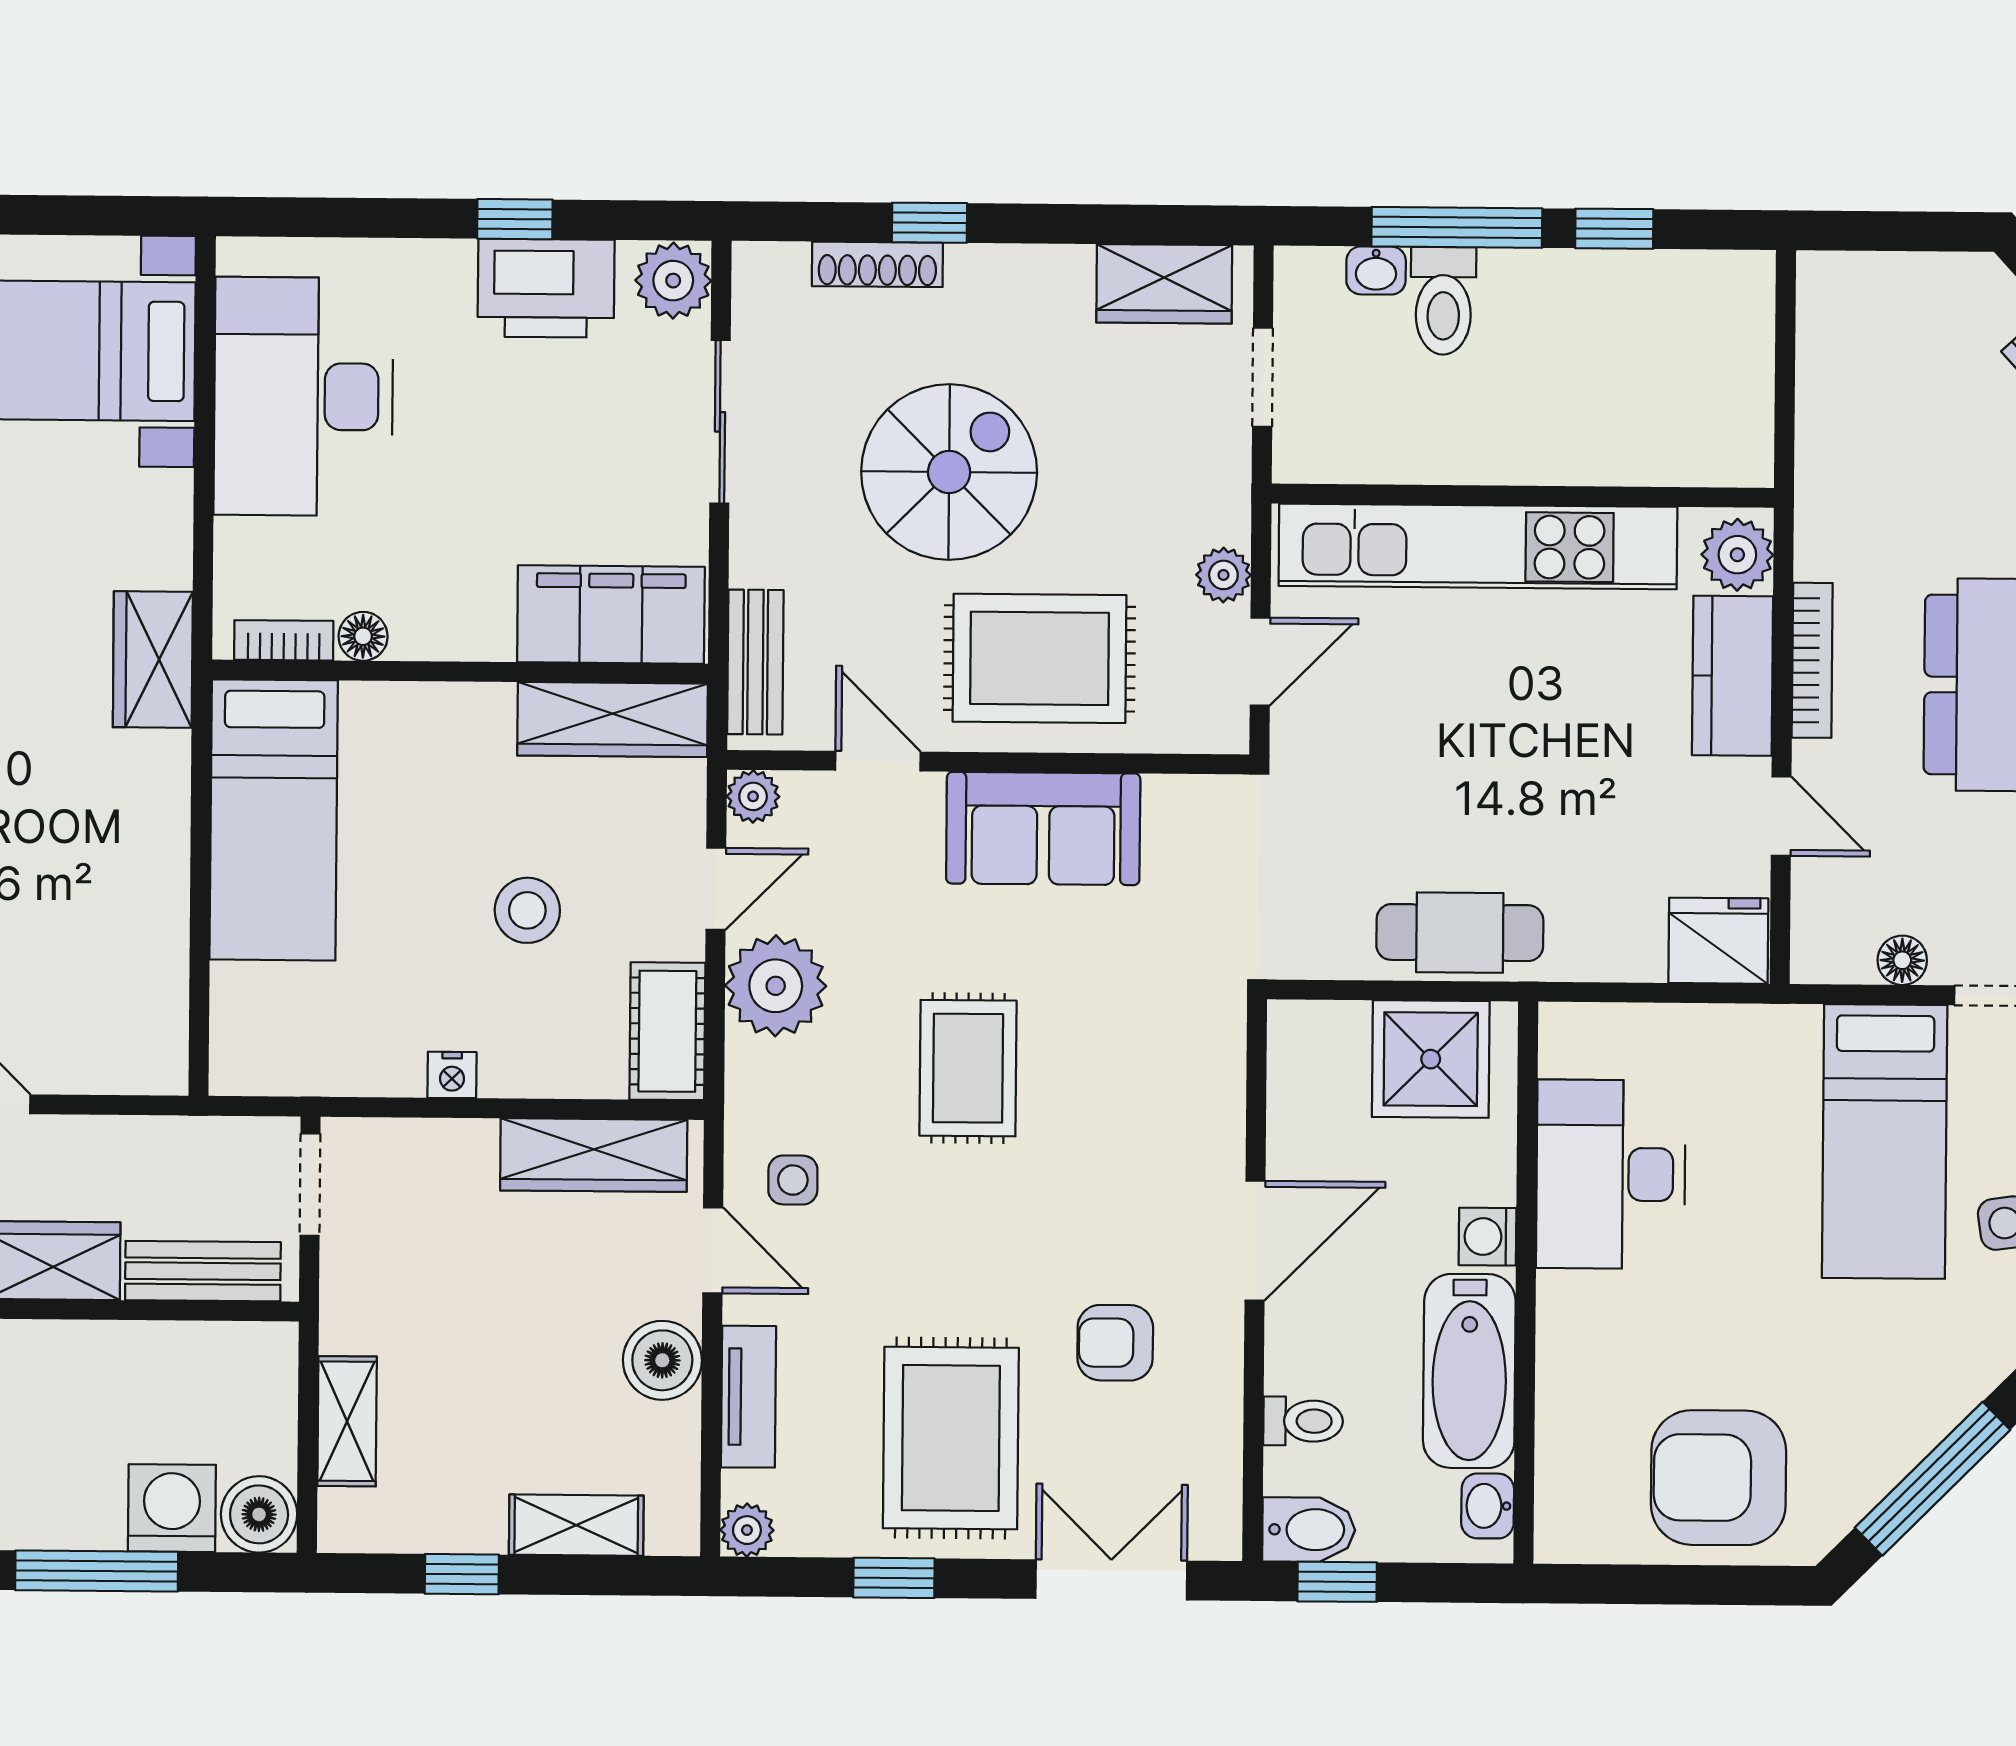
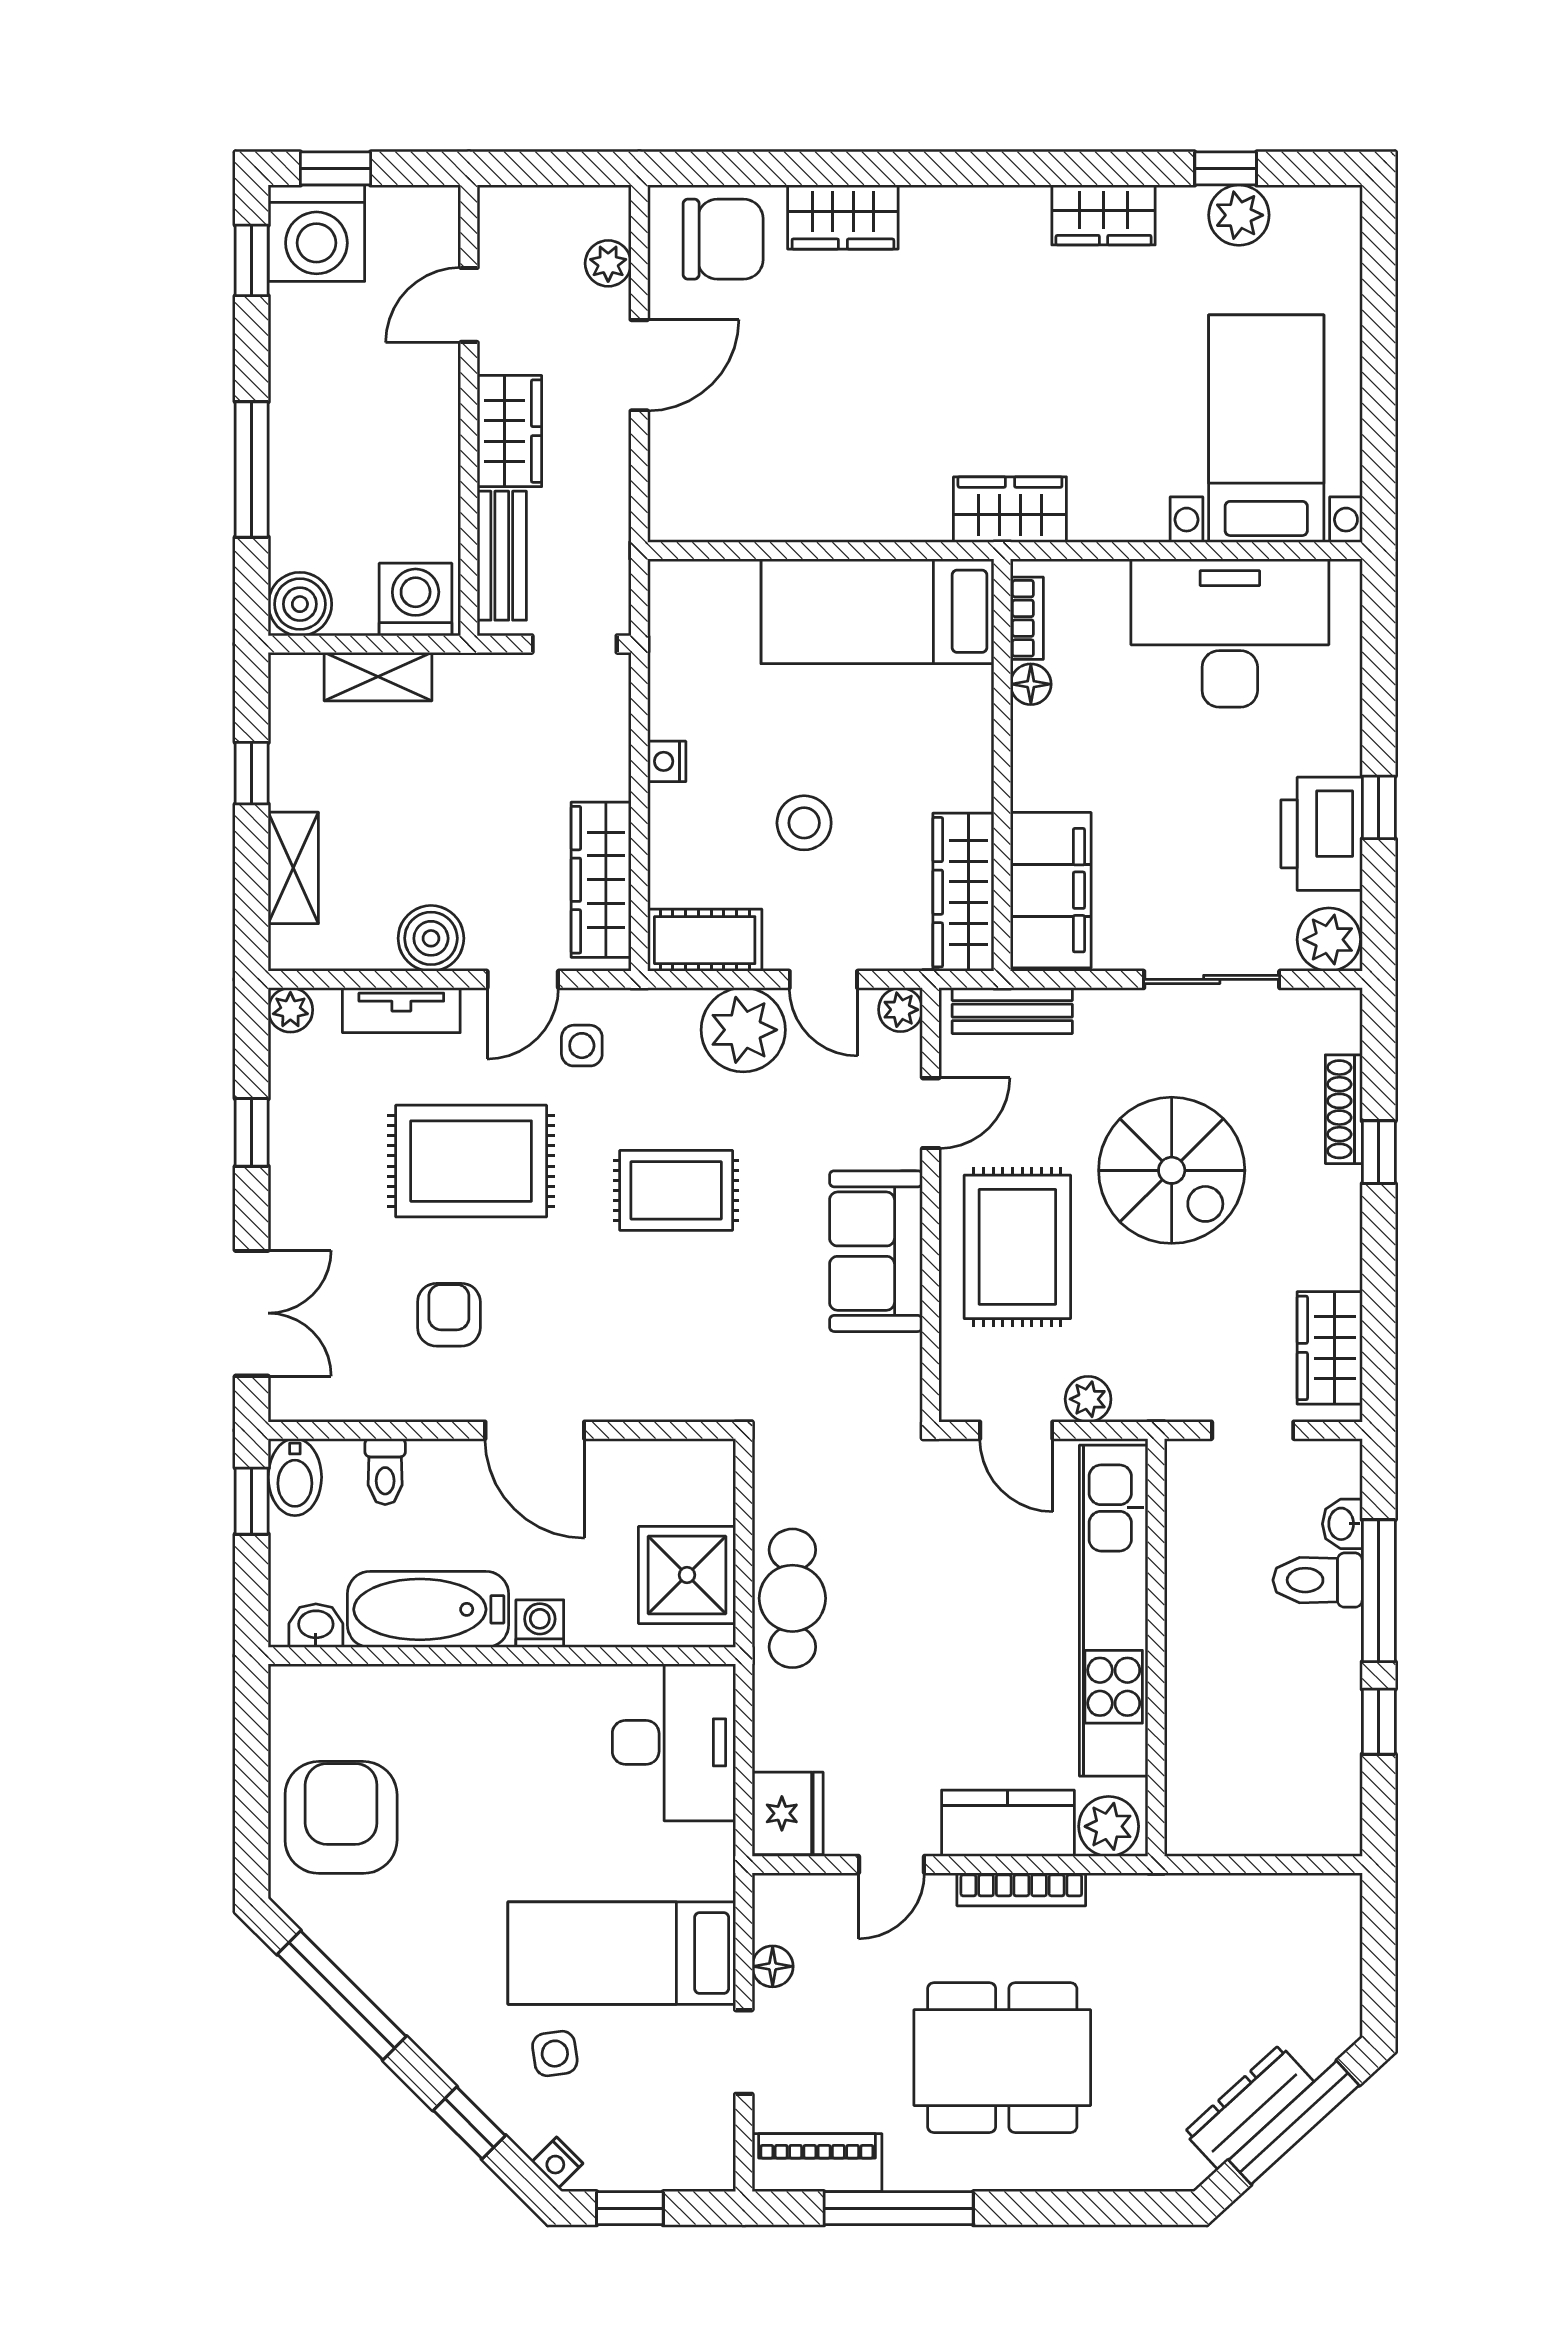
desk: (1611, 1174) -> (674, 1742), moved, turned 90
rug: (951, 1438) -> (471, 1161), moved
washing machine: (172, 1508) -> (416, 599), moved, turned -90

